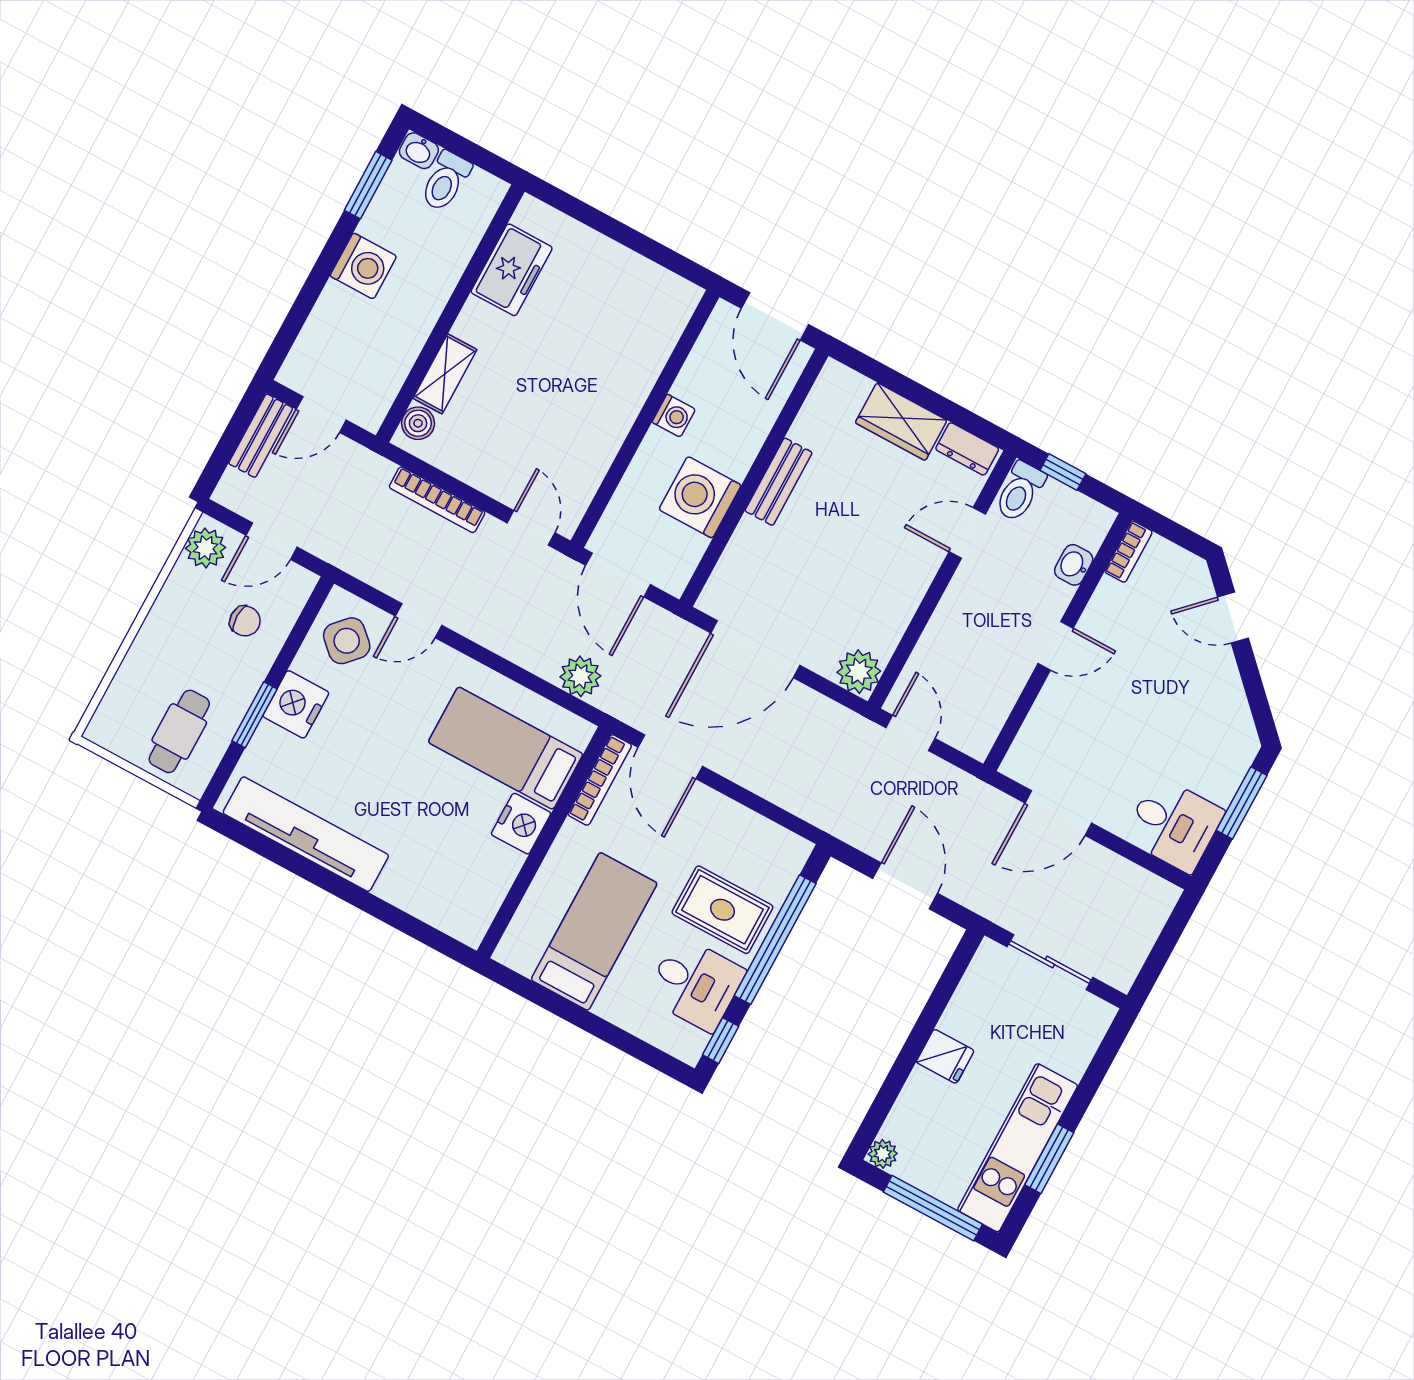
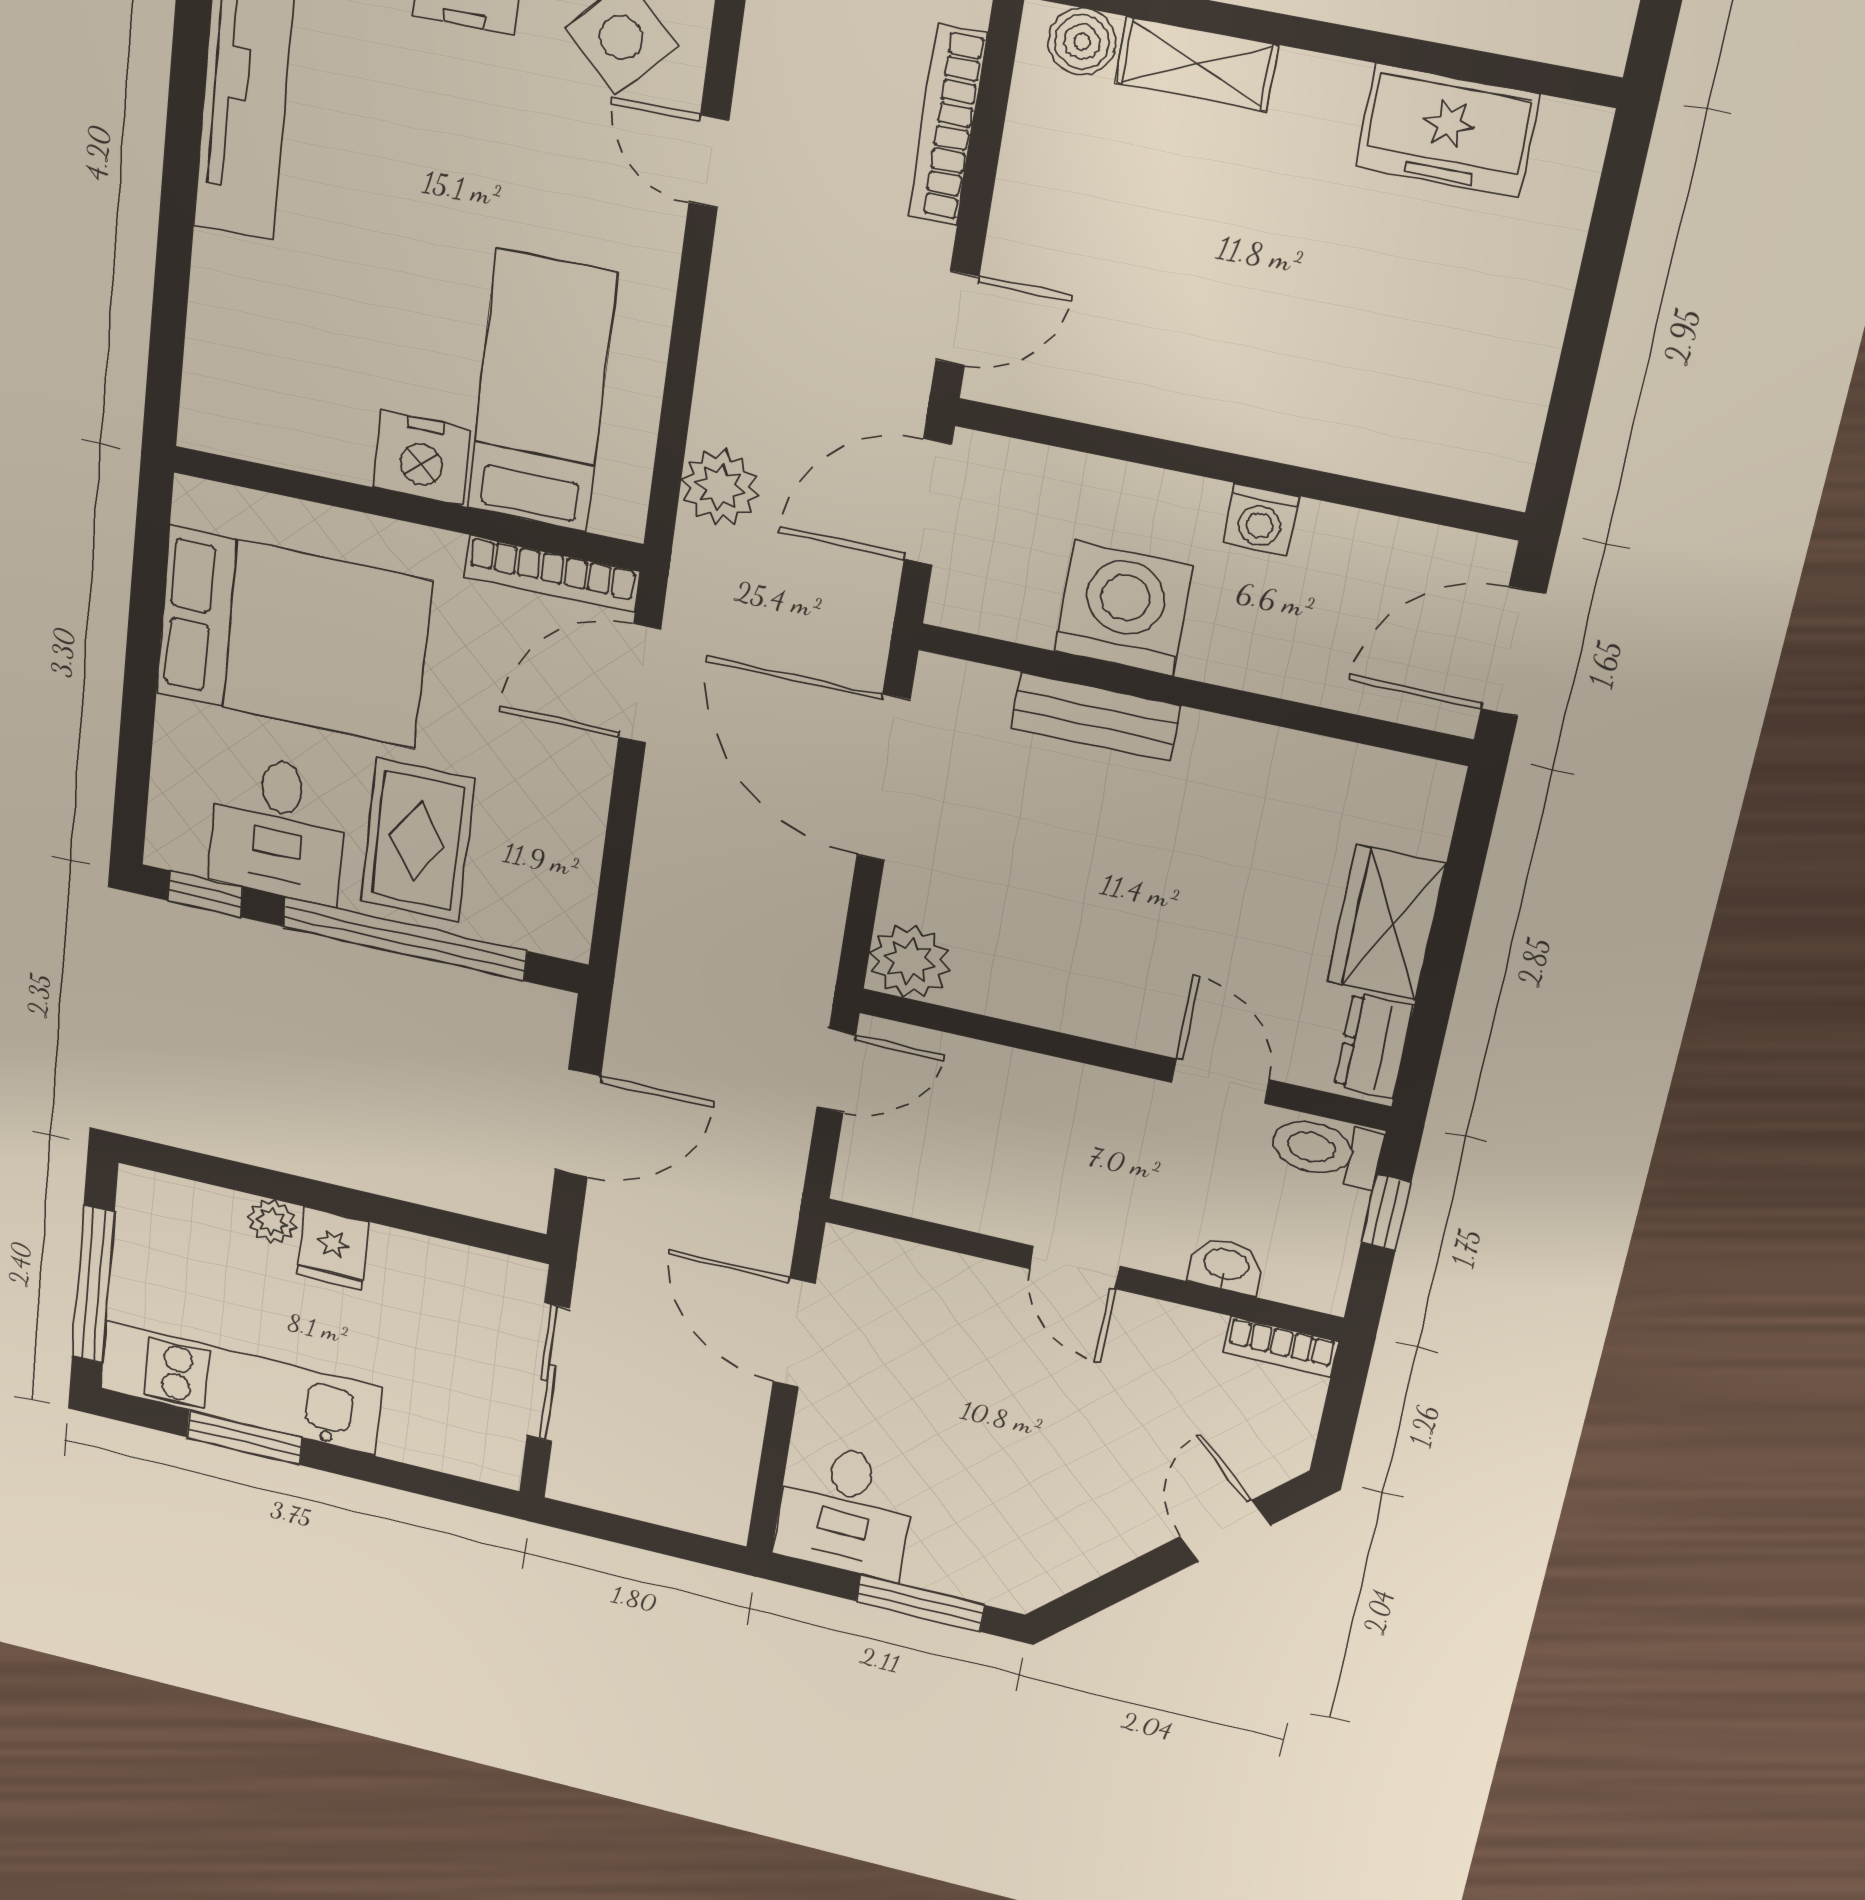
bench: (779, 482) -> (1096, 717), moved
bed: (594, 931) -> (293, 637), width x1.50
plant: (883, 1154) -> (272, 1221), moved

